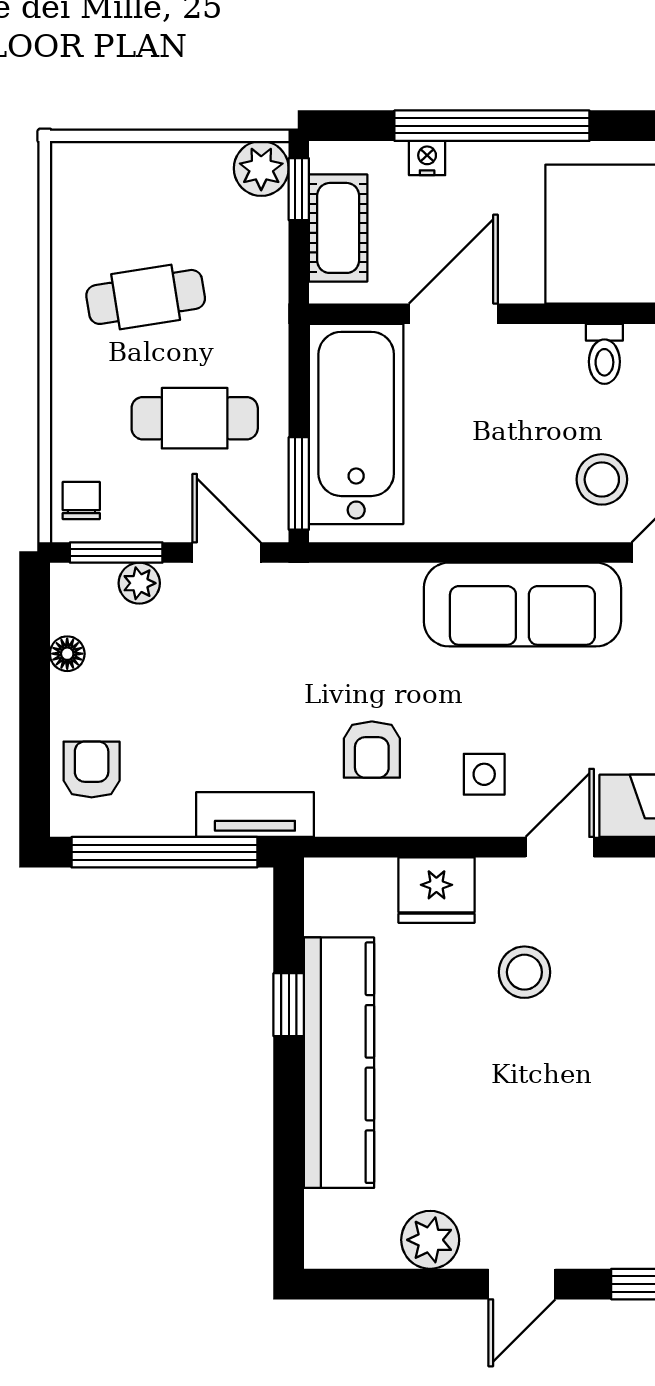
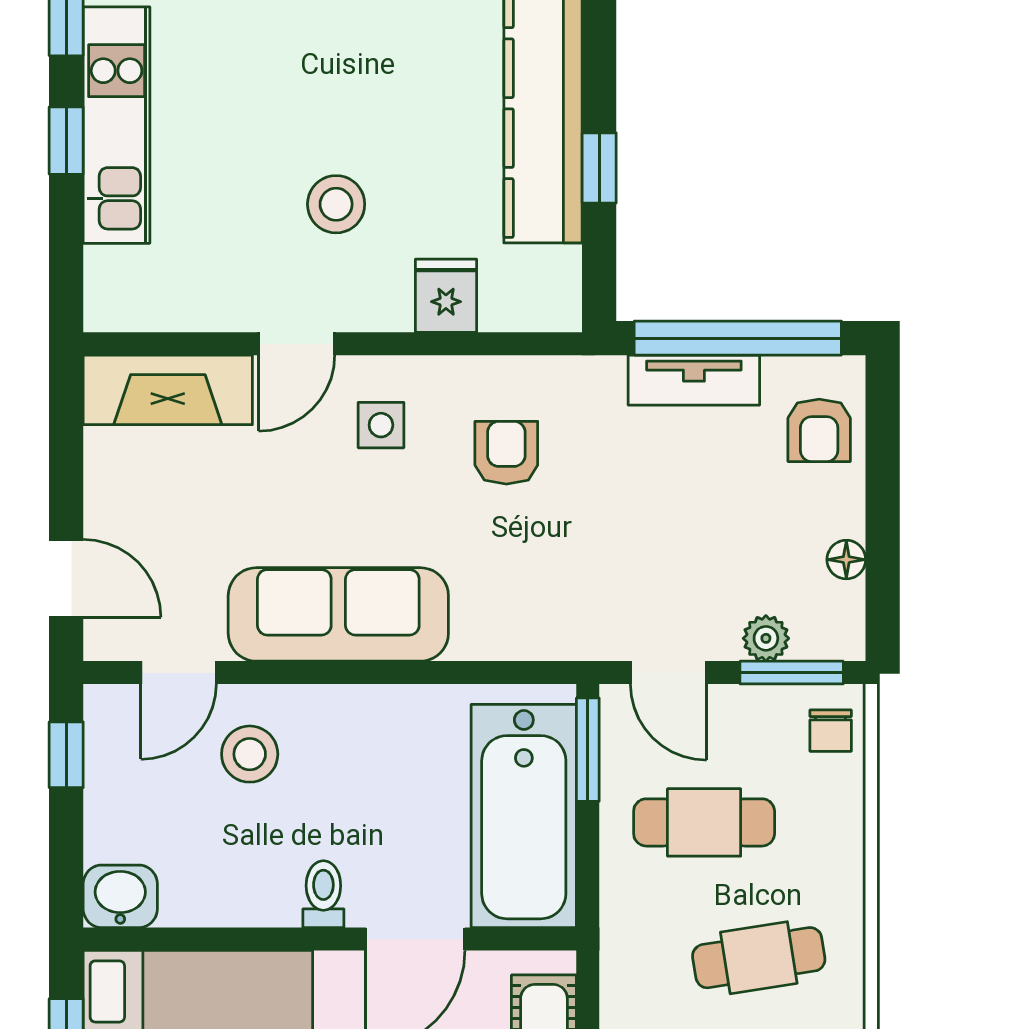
toilet: (604, 354) -> (323, 894), moved
tv unit: (255, 815) -> (694, 380), moved
fridge: (436, 890) -> (446, 296), width x0.72

